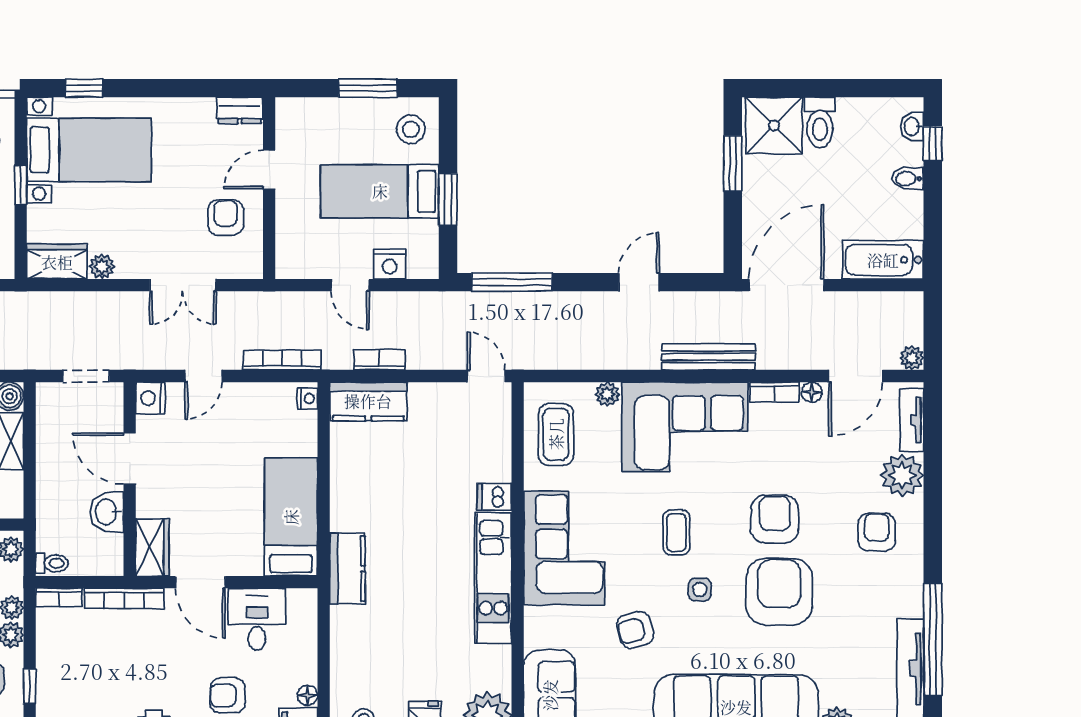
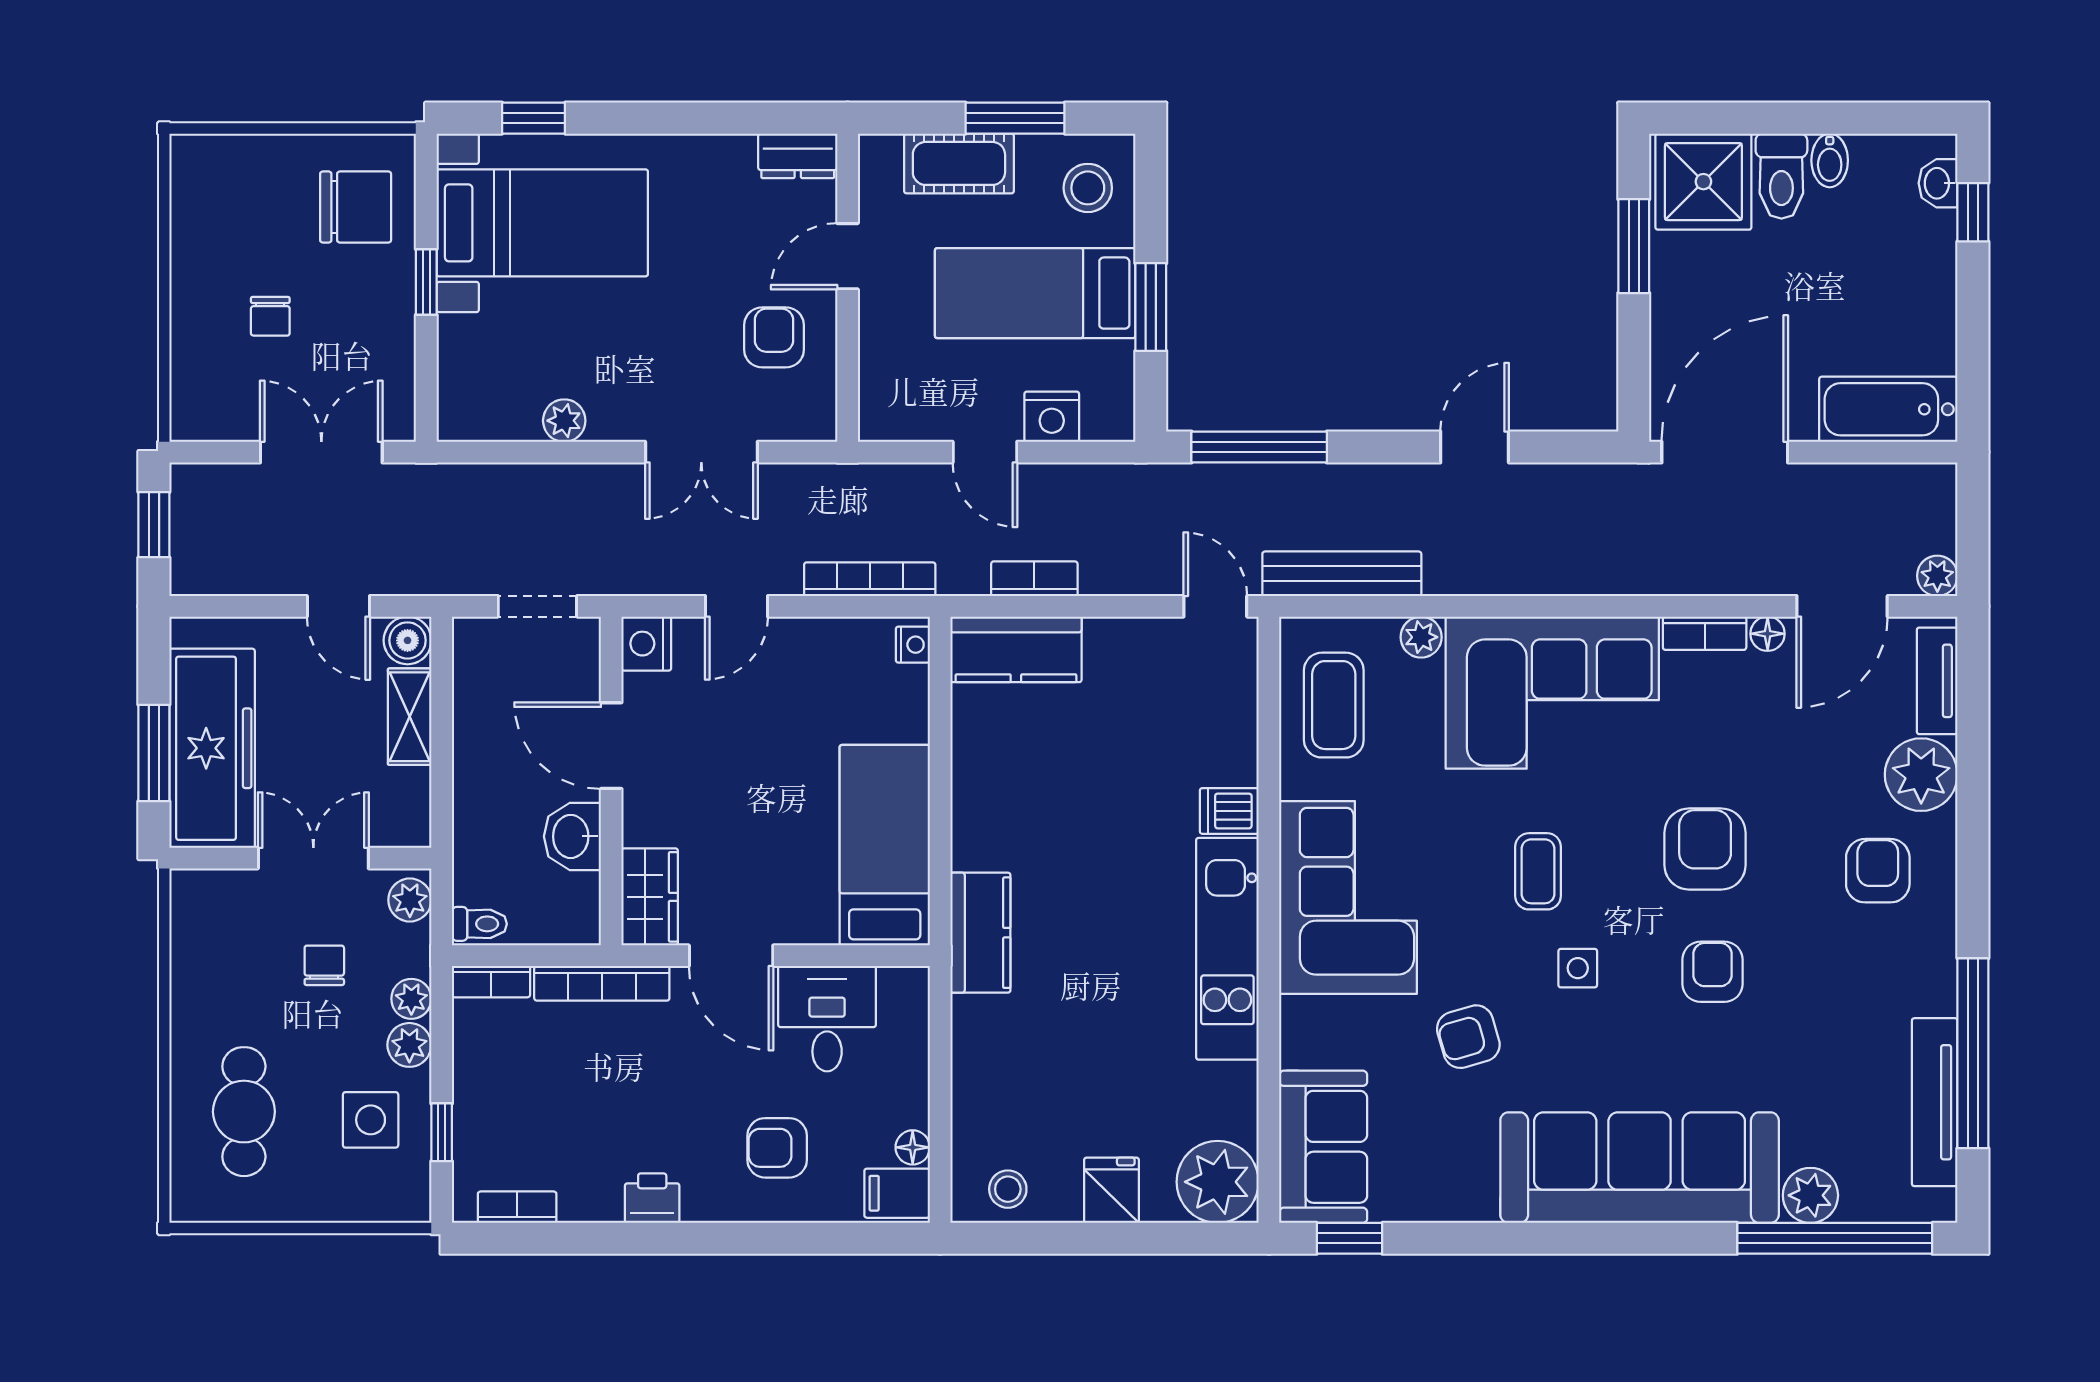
cot: (335, 115) -> (959, 163), added
bidet: (908, 179) -> (1830, 160), moved, turned -90
wardrobe: (57, 262) -> (488, 412), removed
bench: (709, 357) -> (1342, 574), moved
armchair: (779, 592) -> (1712, 972), width x0.53, depth x0.53

